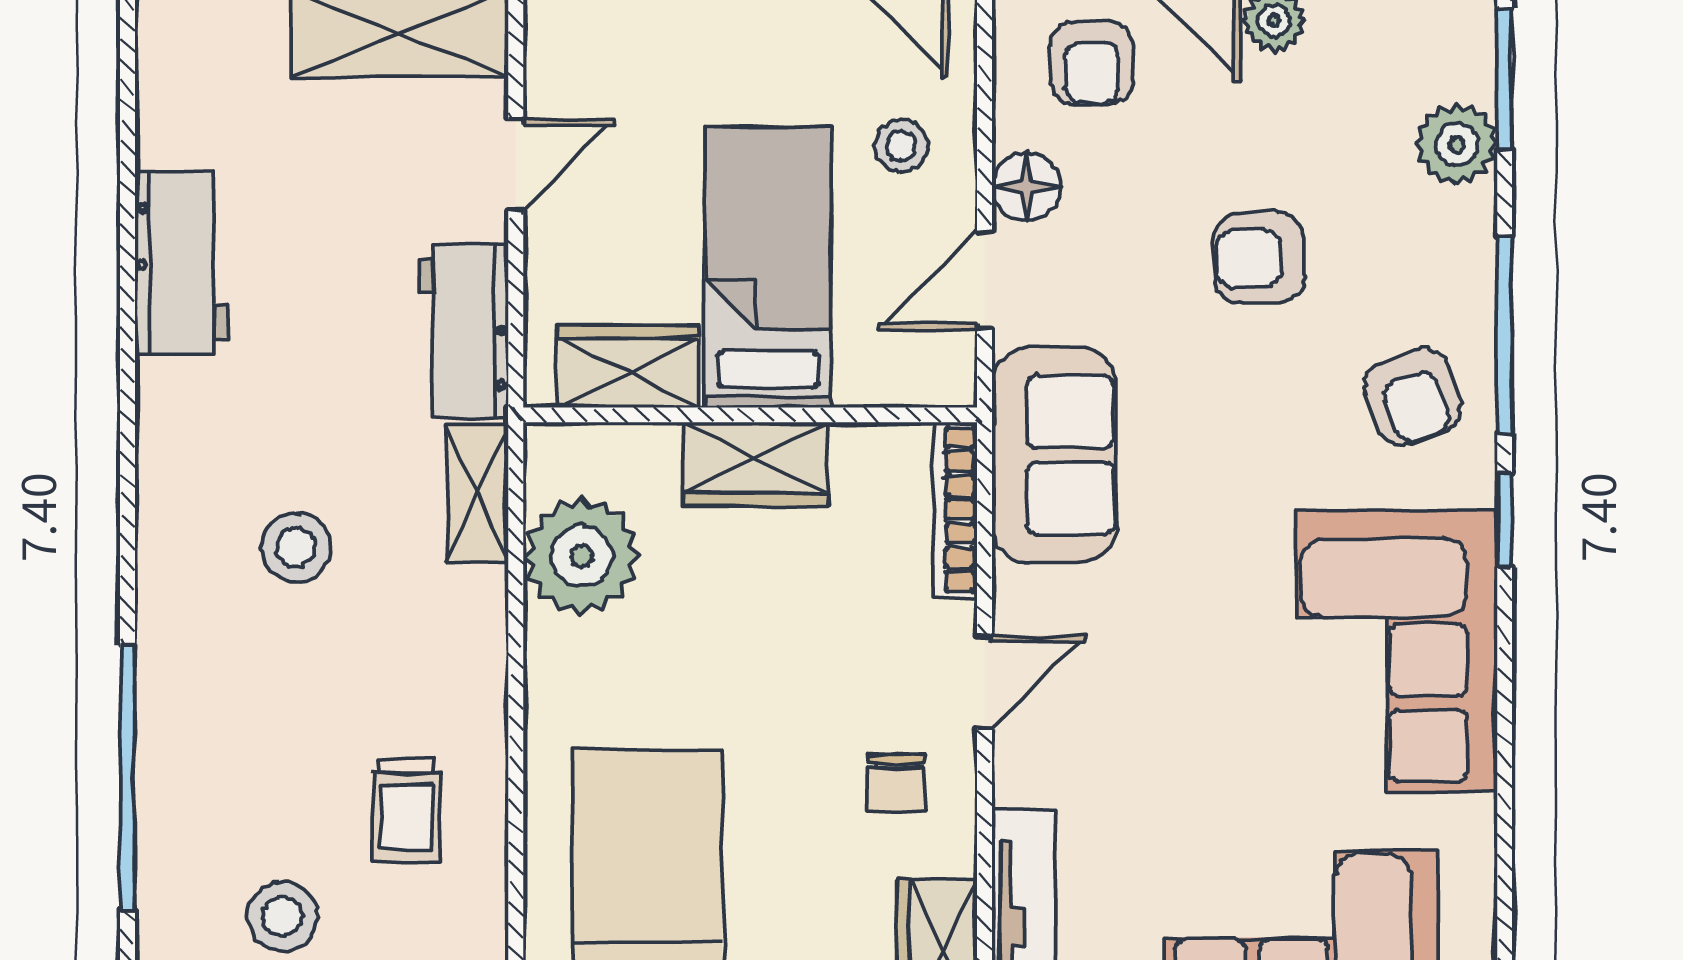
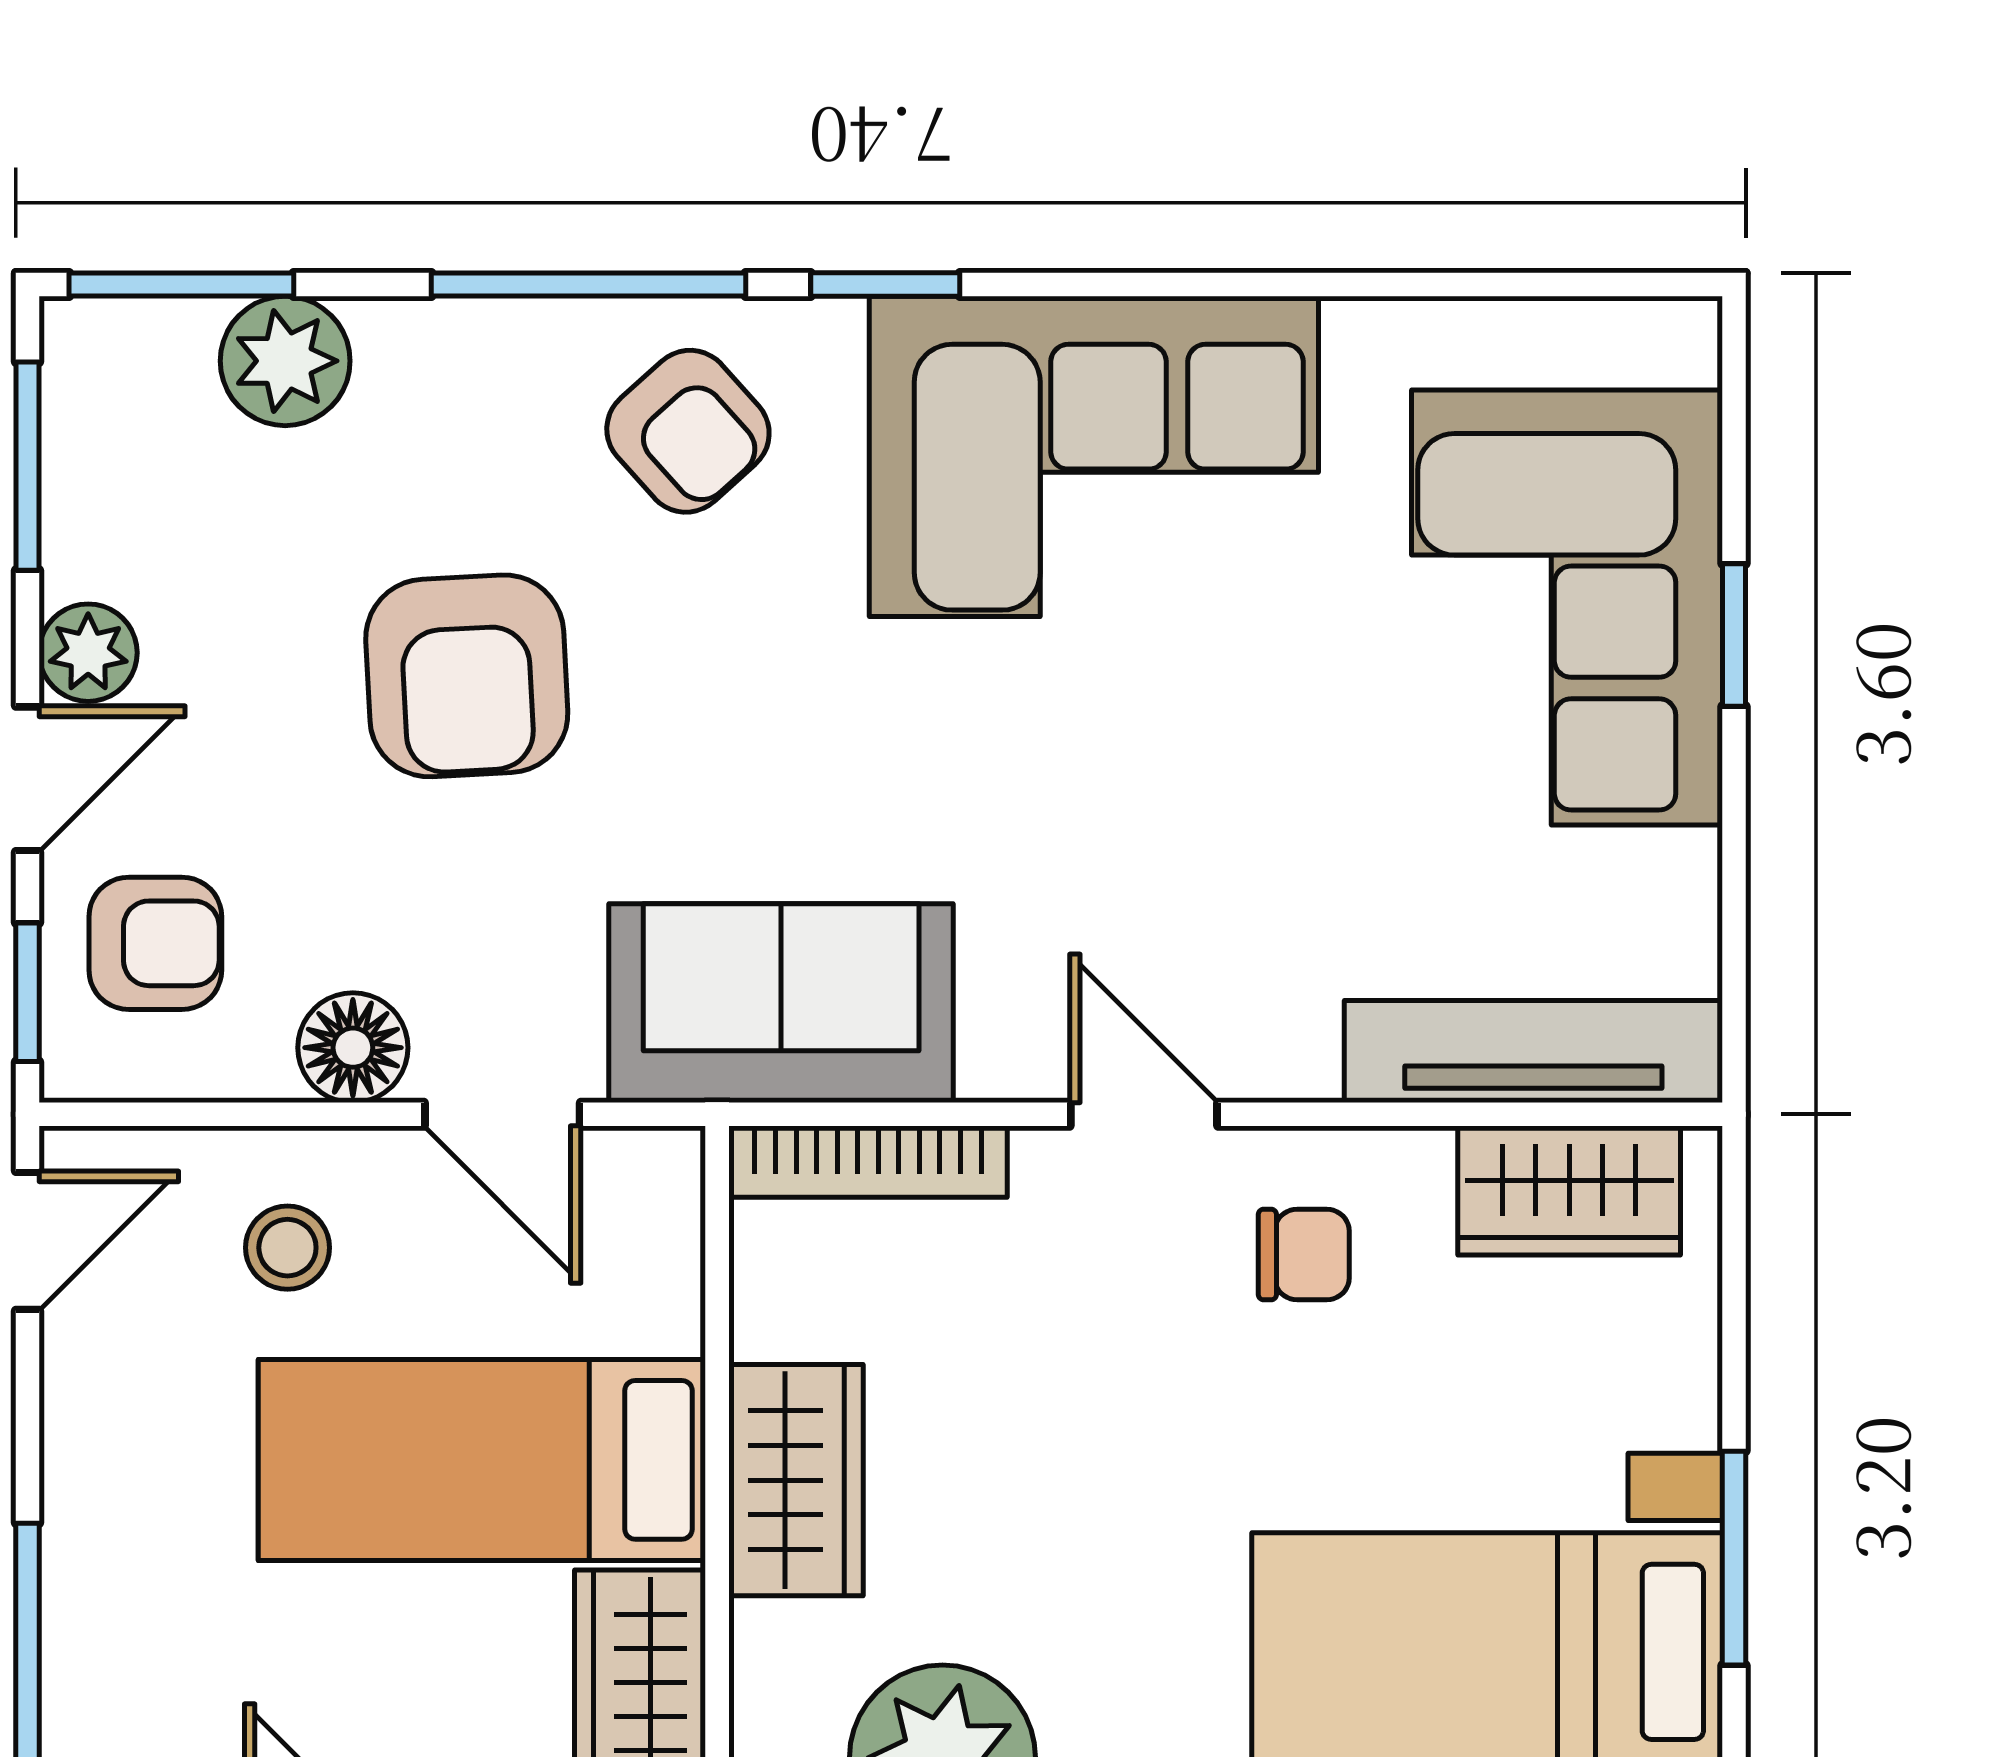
armchair: (1259, 258) -> (467, 676), width x1.38, depth x1.38
armchair: (1413, 397) -> (688, 431), turned 68

